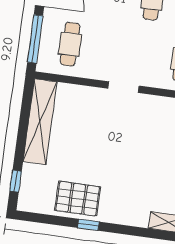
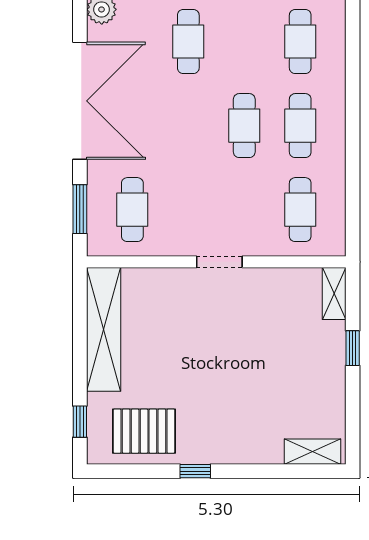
window: (35, 39) -> (80, 209), width x0.69
pallet: (78, 199) -> (144, 431), moved

